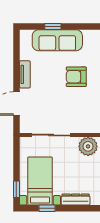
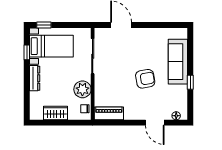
window: (53, 26) -> (190, 82), moved
tv unit: (25, 74) -> (147, 33), removed
armchair: (76, 77) -> (145, 79), turned 80

